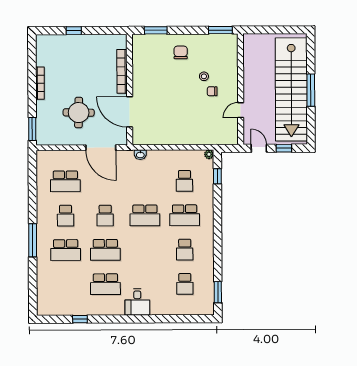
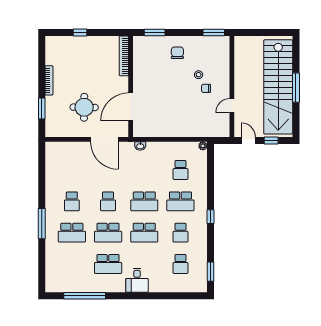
bookcase: (122, 71) -> (124, 56), moved
door: (130, 112) -> (131, 107), hinge flipped
window: (32, 129) -> (42, 109), moved
window: (217, 176) -> (210, 217), moved
school desk: (65, 181) -> (144, 233), moved
window: (80, 319) -> (85, 296), width x3.17

